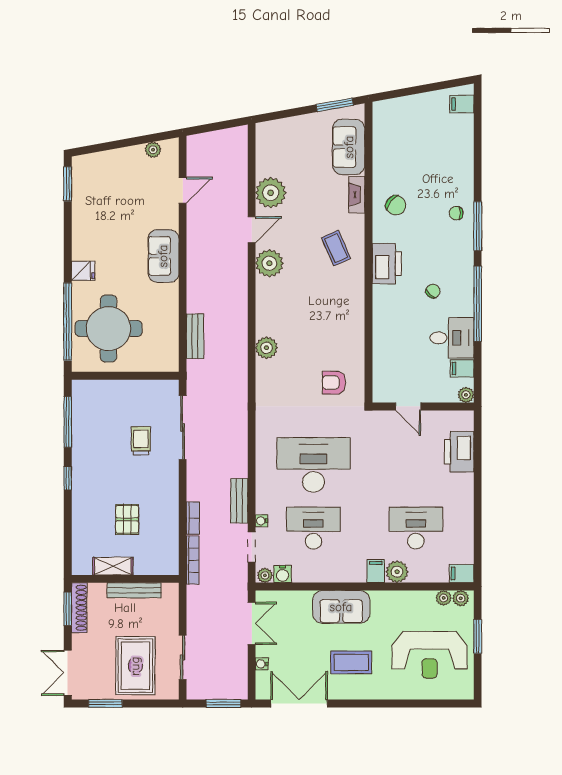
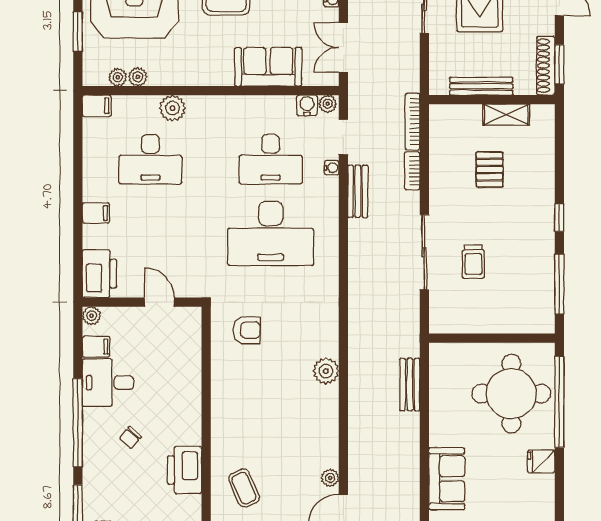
plant: (269, 263) -> (330, 478), width x0.53, depth x0.53
sliding door: (183, 428) -> (424, 252), moved
printer: (459, 452) -> (100, 274), moved
filing cabinet: (376, 571) -> (96, 213), moved, turned -90
plant: (461, 598) -> (138, 77), moved
sofa: (341, 607) -> (268, 67), moved

